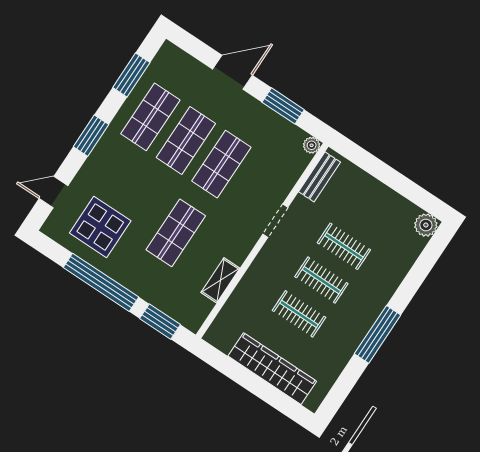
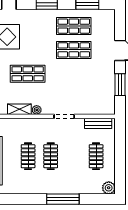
plant: (312, 145) -> (37, 110), moved
shop shelf: (221, 164) -> (74, 74), removed
clothes rail: (344, 246) -> (96, 156), moved
window: (378, 334) -> (63, 199), moved

